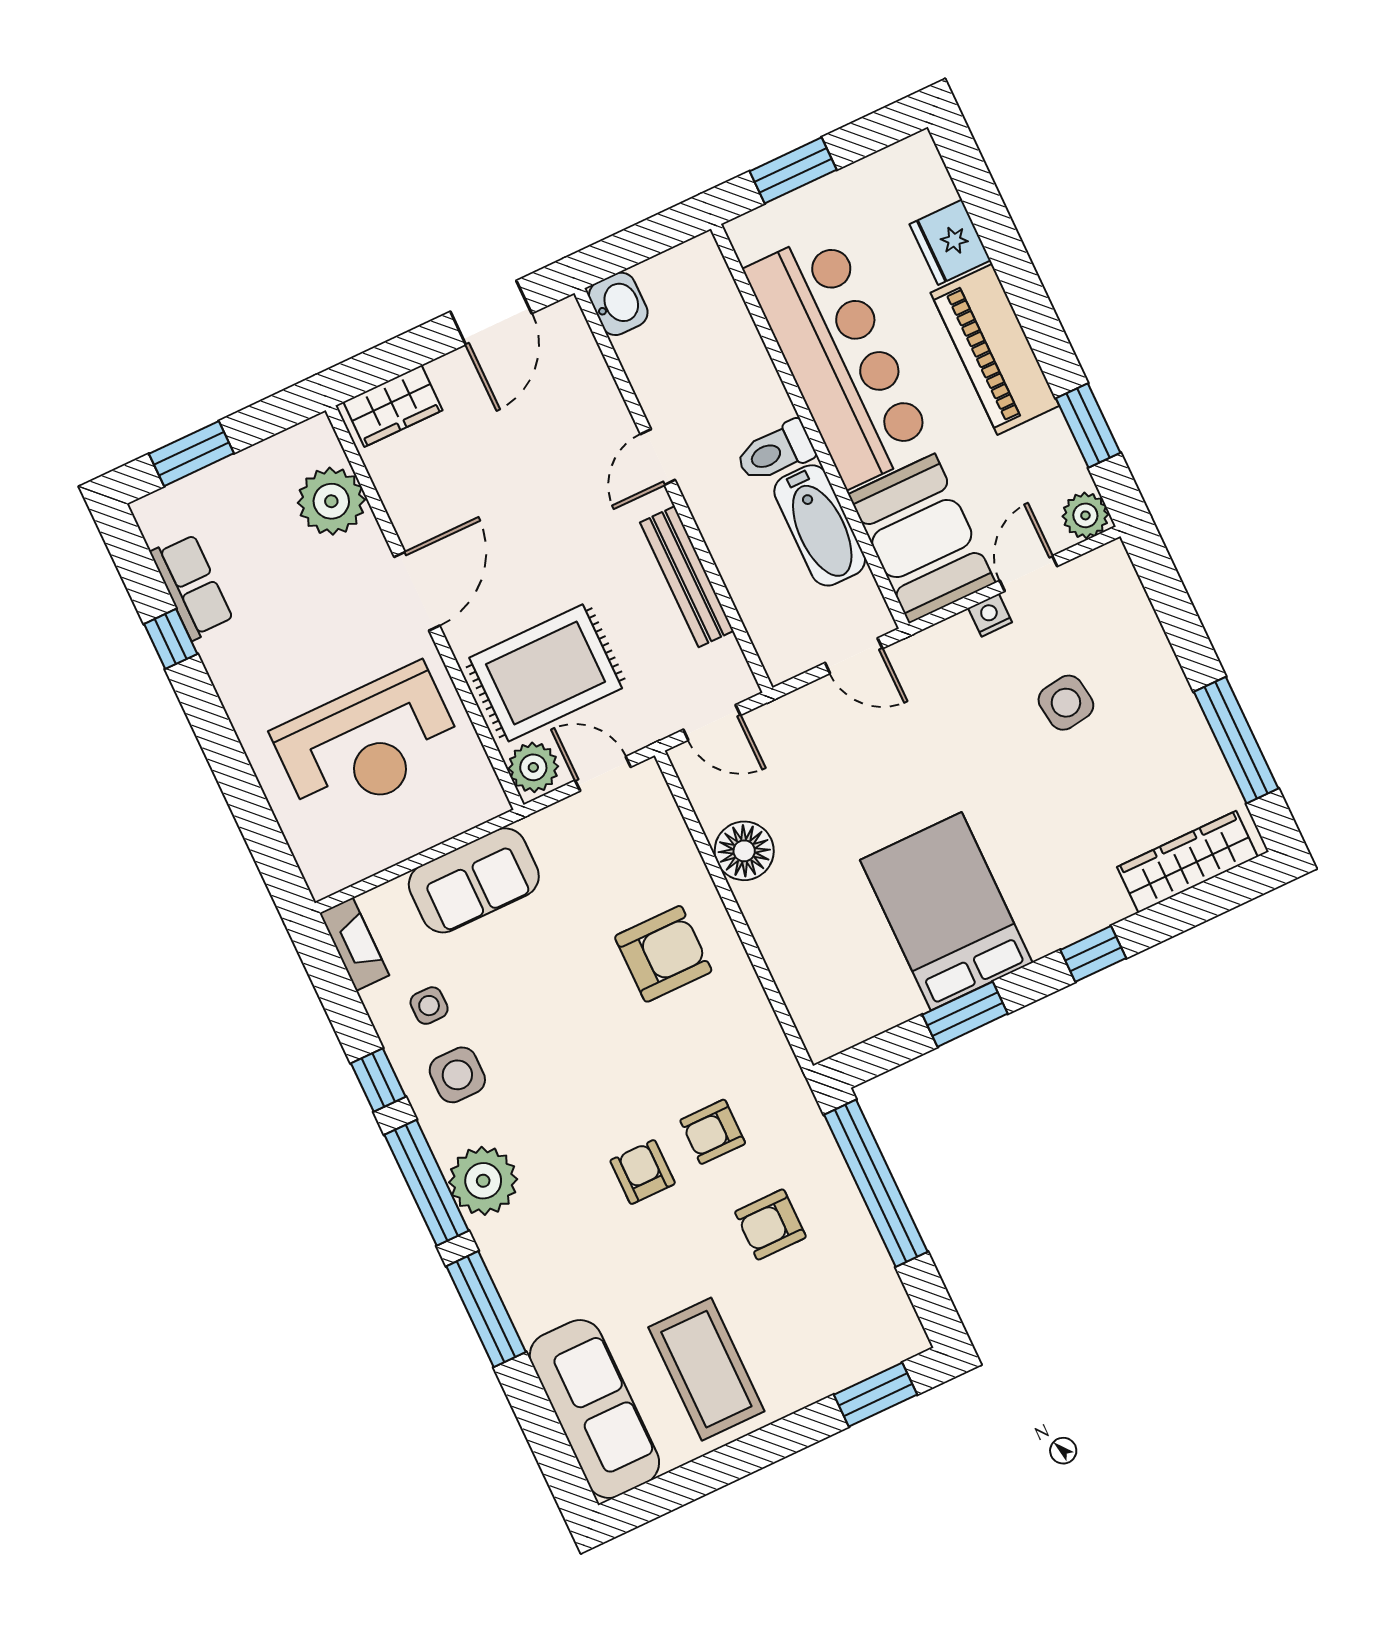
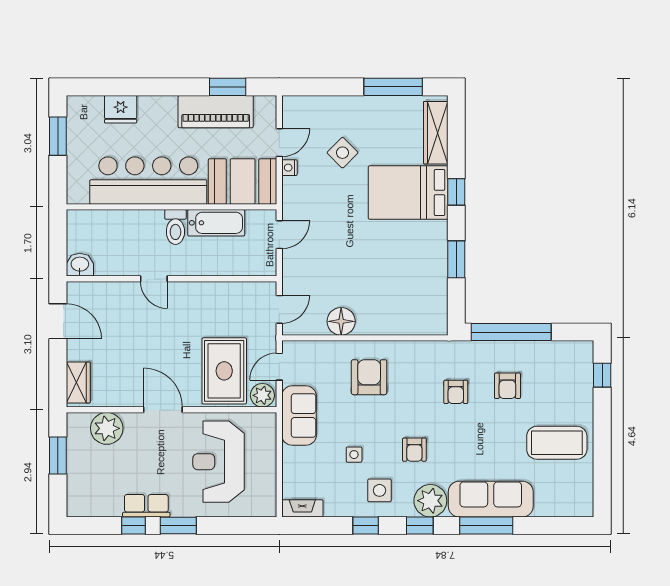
window: (793, 170) -> (58, 136), moved
piano: (995, 349) -> (216, 112), moved
window: (191, 454) -> (58, 456), moved
plant: (1085, 515) -> (266, 106), removed
door: (1029, 573) -> (279, 143), swing flipped
bench: (687, 577) -> (211, 291), removed
row of seats: (192, 587) -> (146, 506), moved
side table: (1066, 703) -> (342, 153), turned -37
window: (211, 724) -> (178, 526), added
reception desk: (368, 743) -> (219, 462), turned 180
sofa: (474, 880) -> (299, 416), moved
bed: (946, 911) -> (408, 193), moved
side table: (429, 1006) -> (354, 455), moved
armchair: (643, 1172) -> (414, 450), moved, turned -90
window: (427, 1183) -> (420, 526), width x0.46
window: (875, 1395) -> (602, 375), width x0.67
sofa: (594, 1409) -> (491, 499), moved

